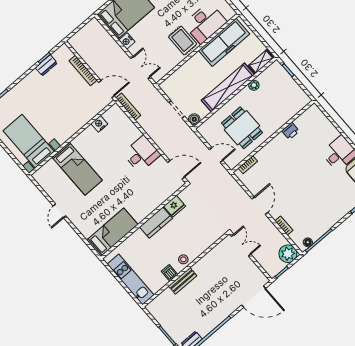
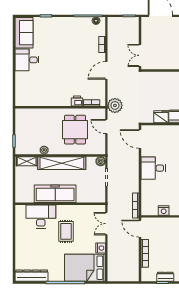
rug: (183, 40) -> (66, 231), moved
freezer: (224, 42) -> (55, 194), moved
printer: (290, 131) -> (77, 101), moved
plant: (288, 254) -> (115, 105), moved

